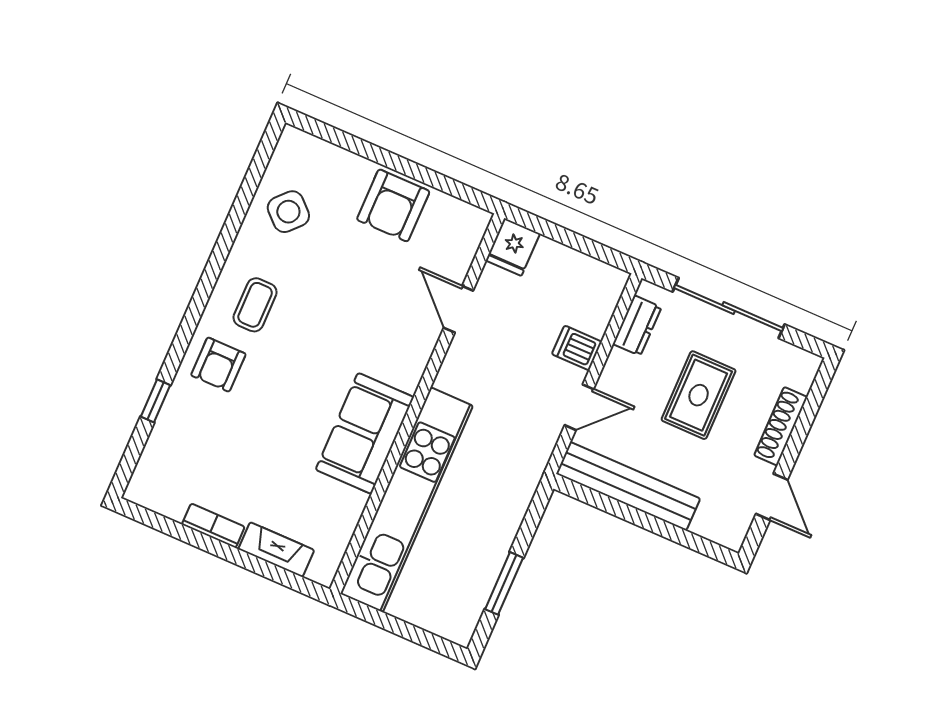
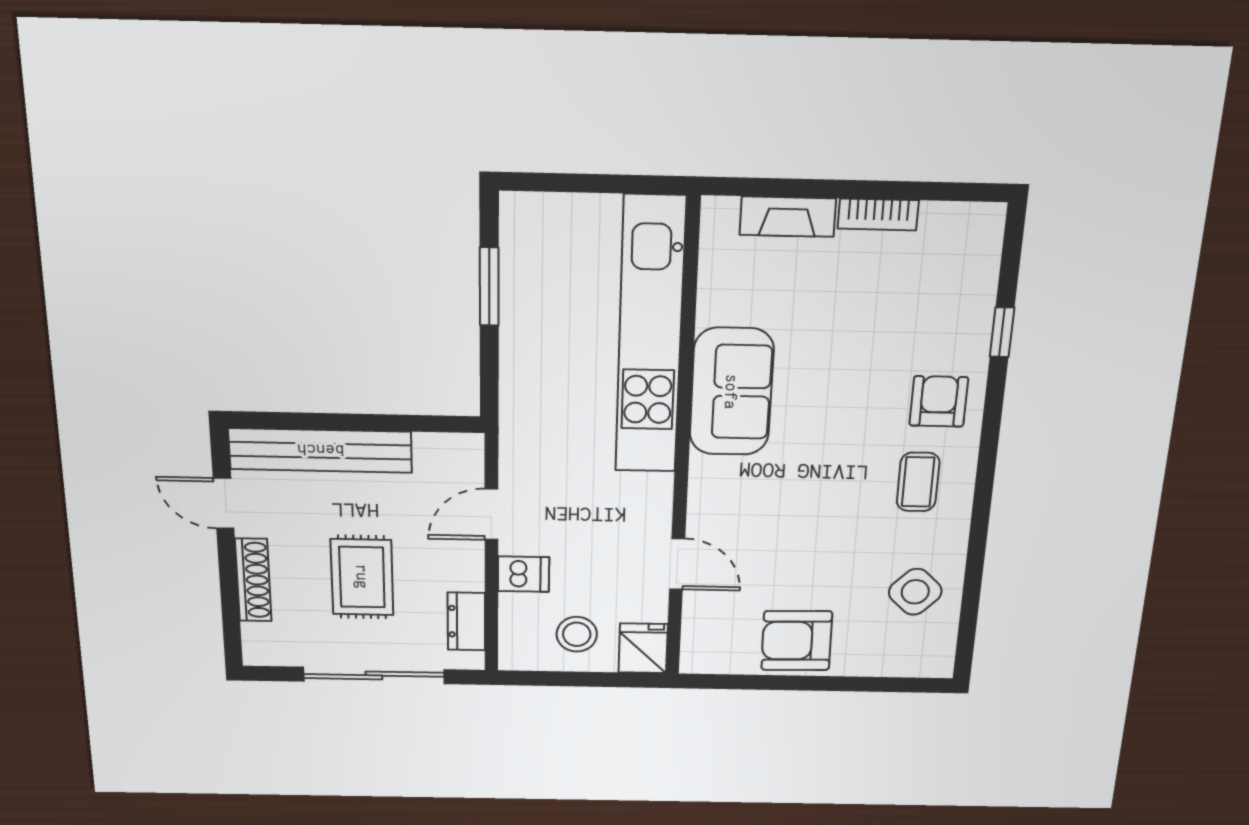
armchair: (393, 205) -> (797, 641), turned -91
stool: (558, 280) -> (577, 634), added
bench: (628, 486) -> (320, 450), moved

